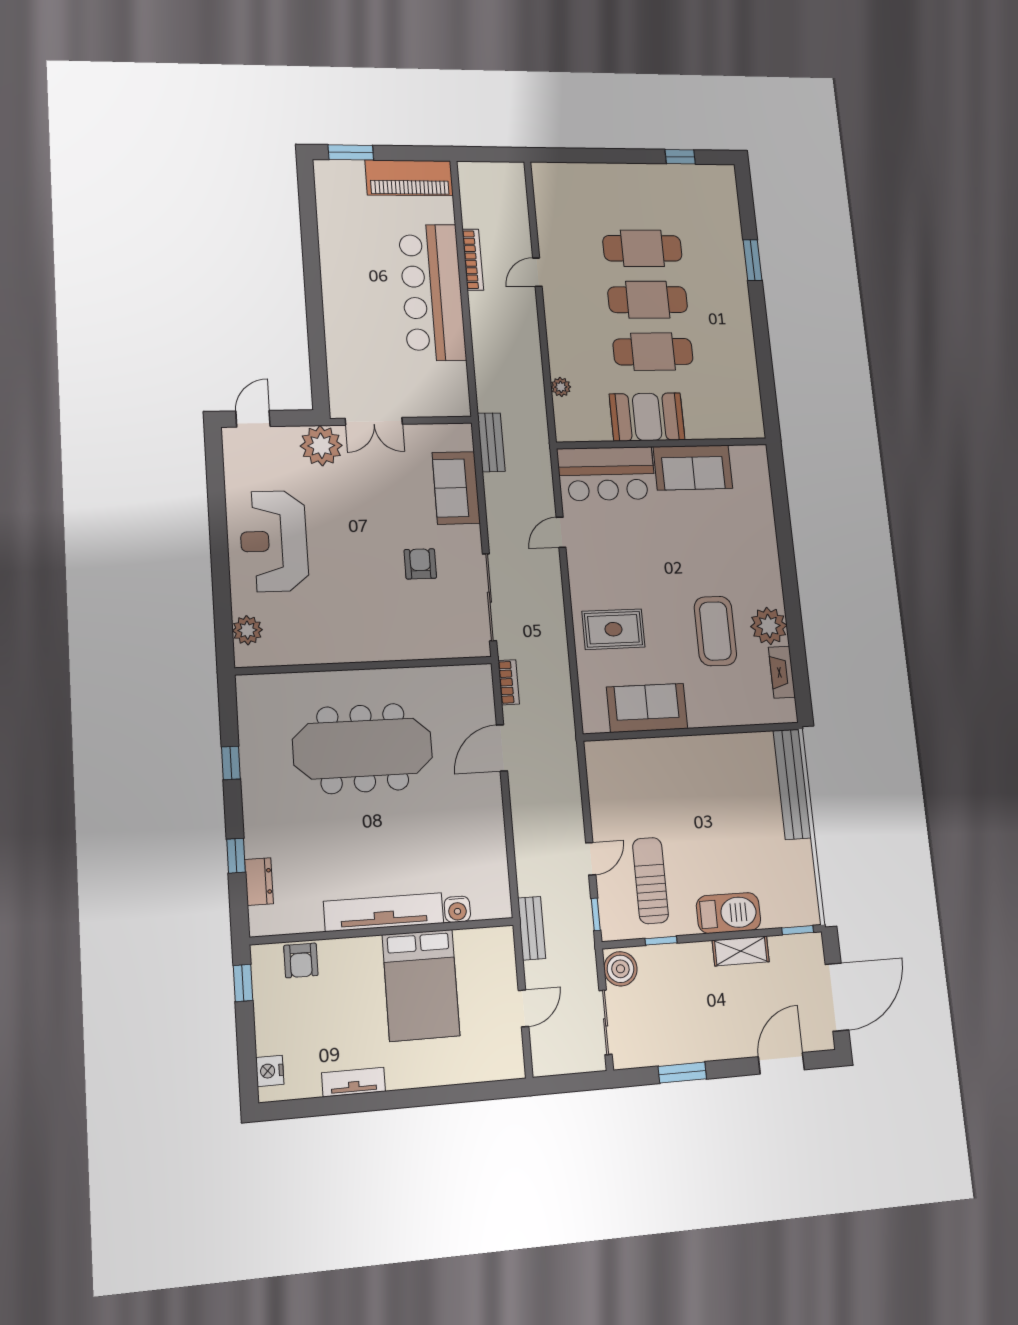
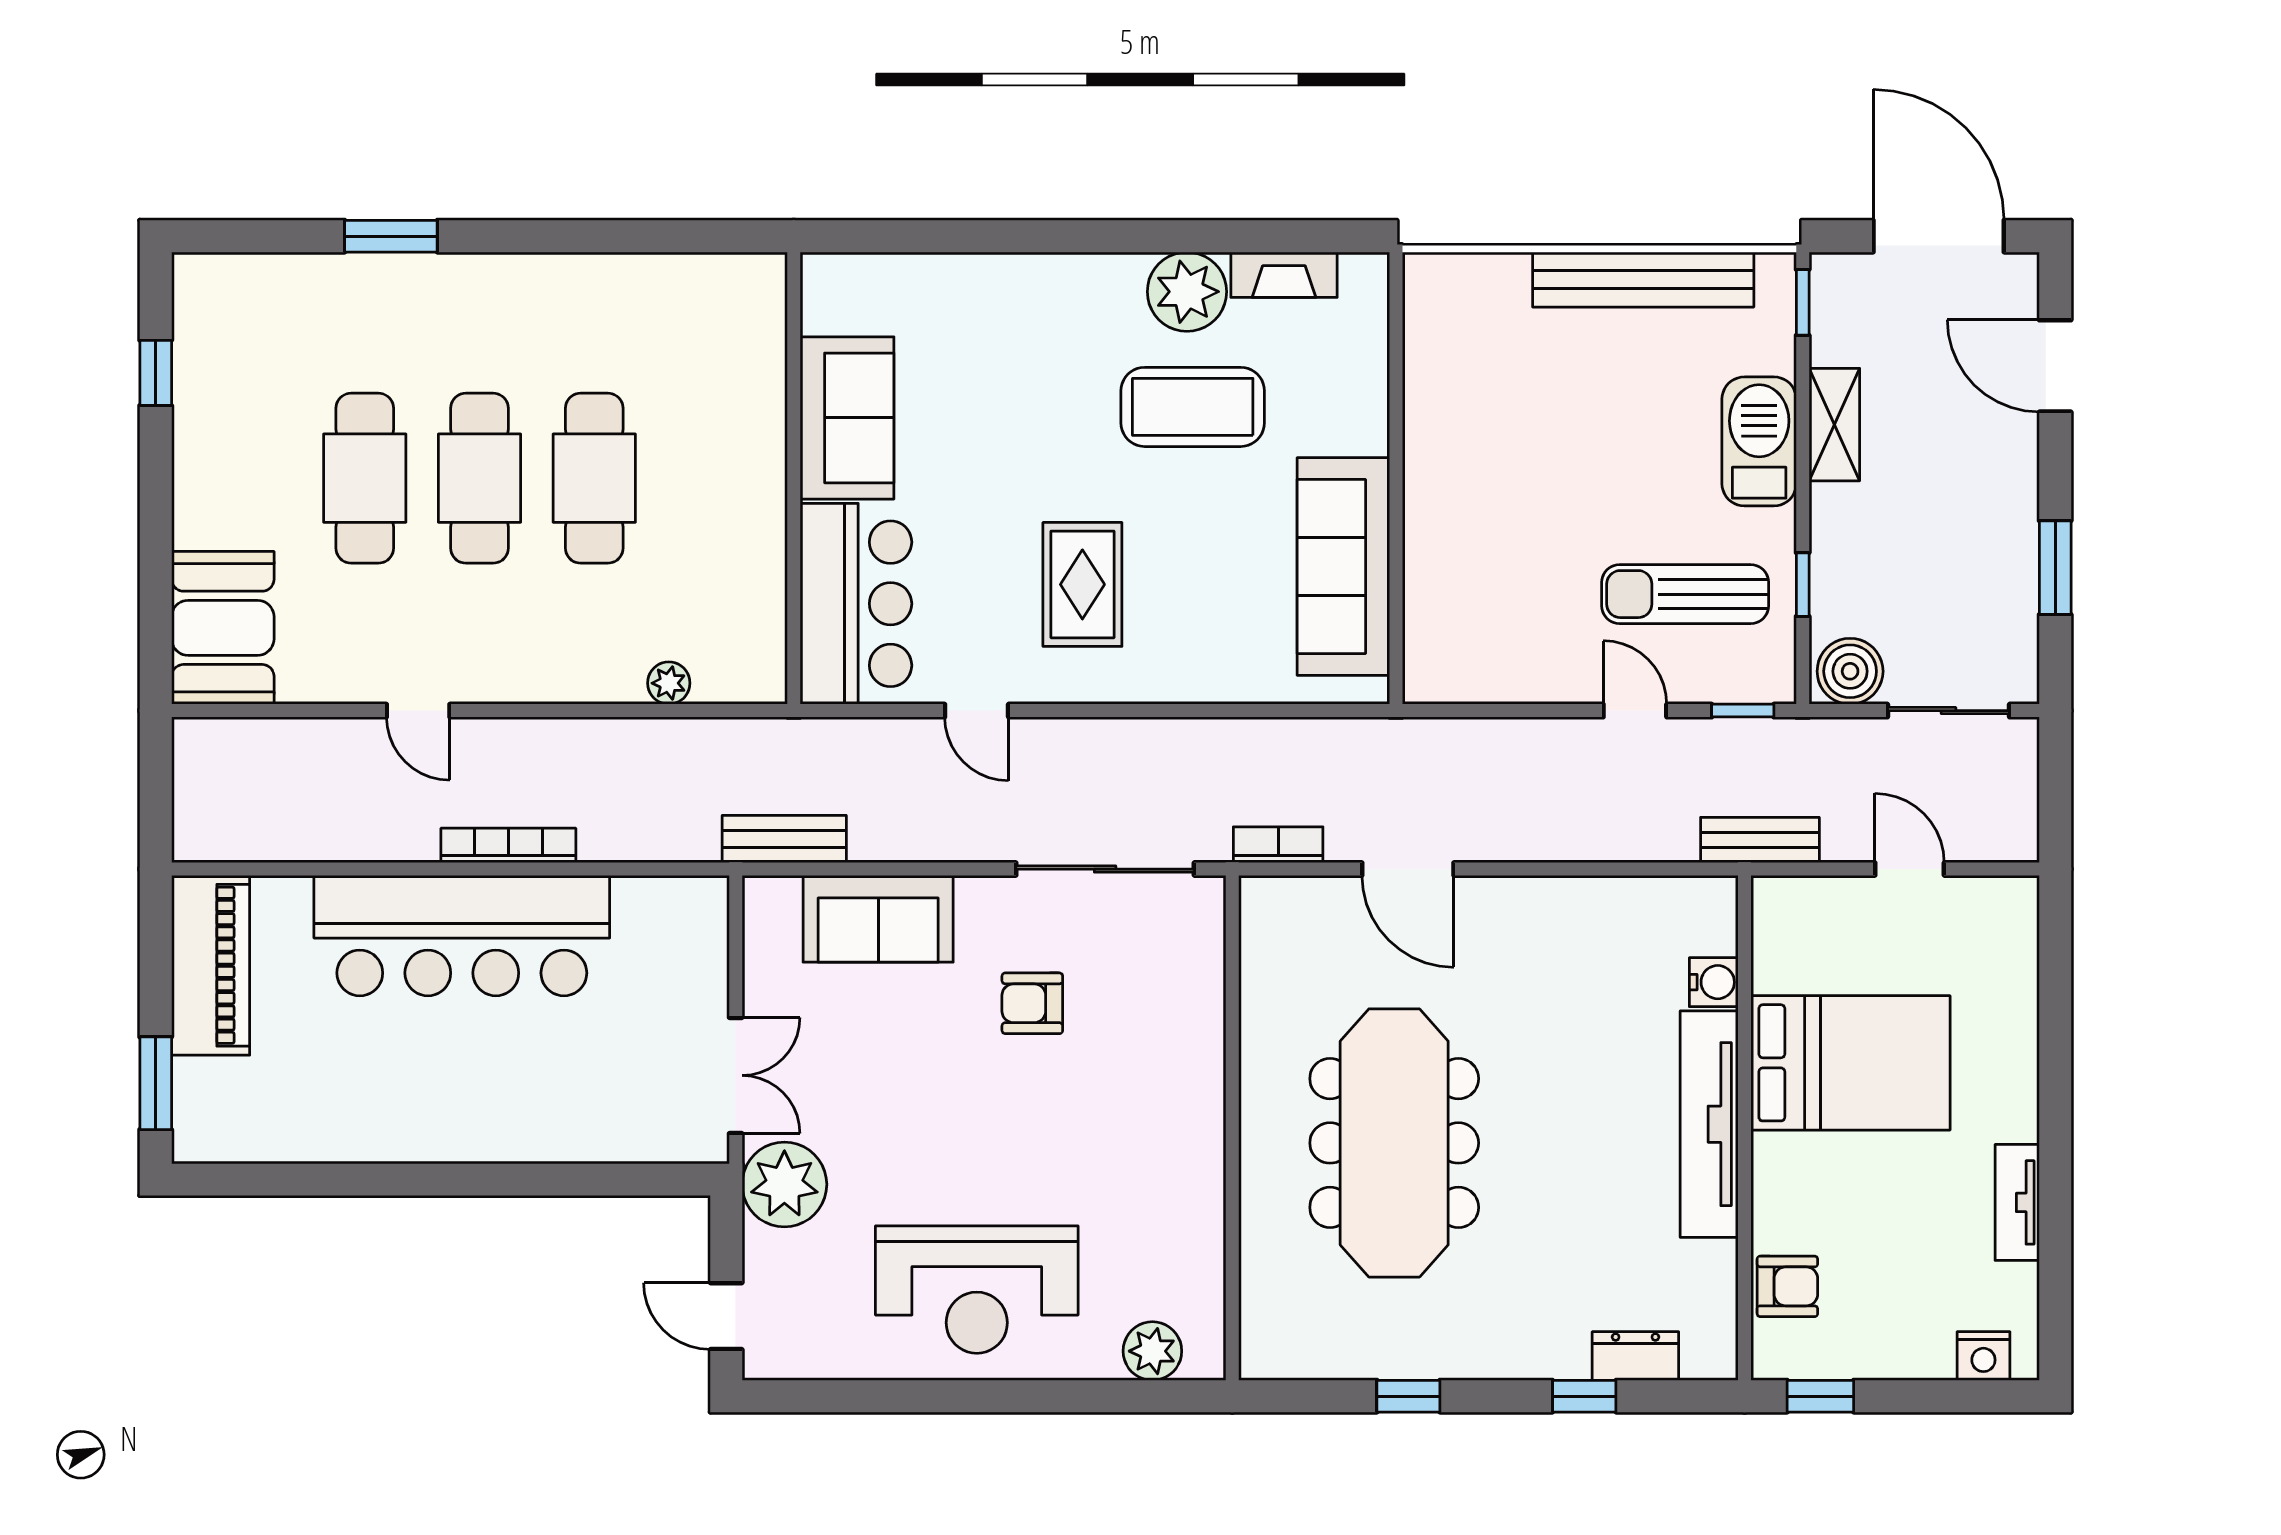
bookcase: (473, 260) -> (508, 845), moved
booth: (647, 417) -> (223, 628), moved
rug: (613, 629) -> (1082, 584), moved
sofa: (647, 708) -> (1343, 567), width x1.36
bench: (792, 784) -> (1643, 280), moved

